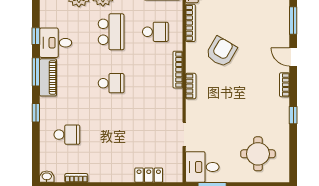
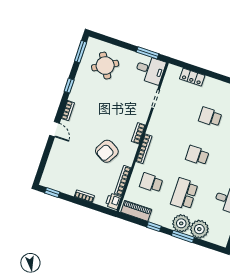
window: (293, 20) -> (81, 52), moved
school desk: (111, 135) -> (210, 117), added
round table: (258, 154) -> (105, 66), turned -30

